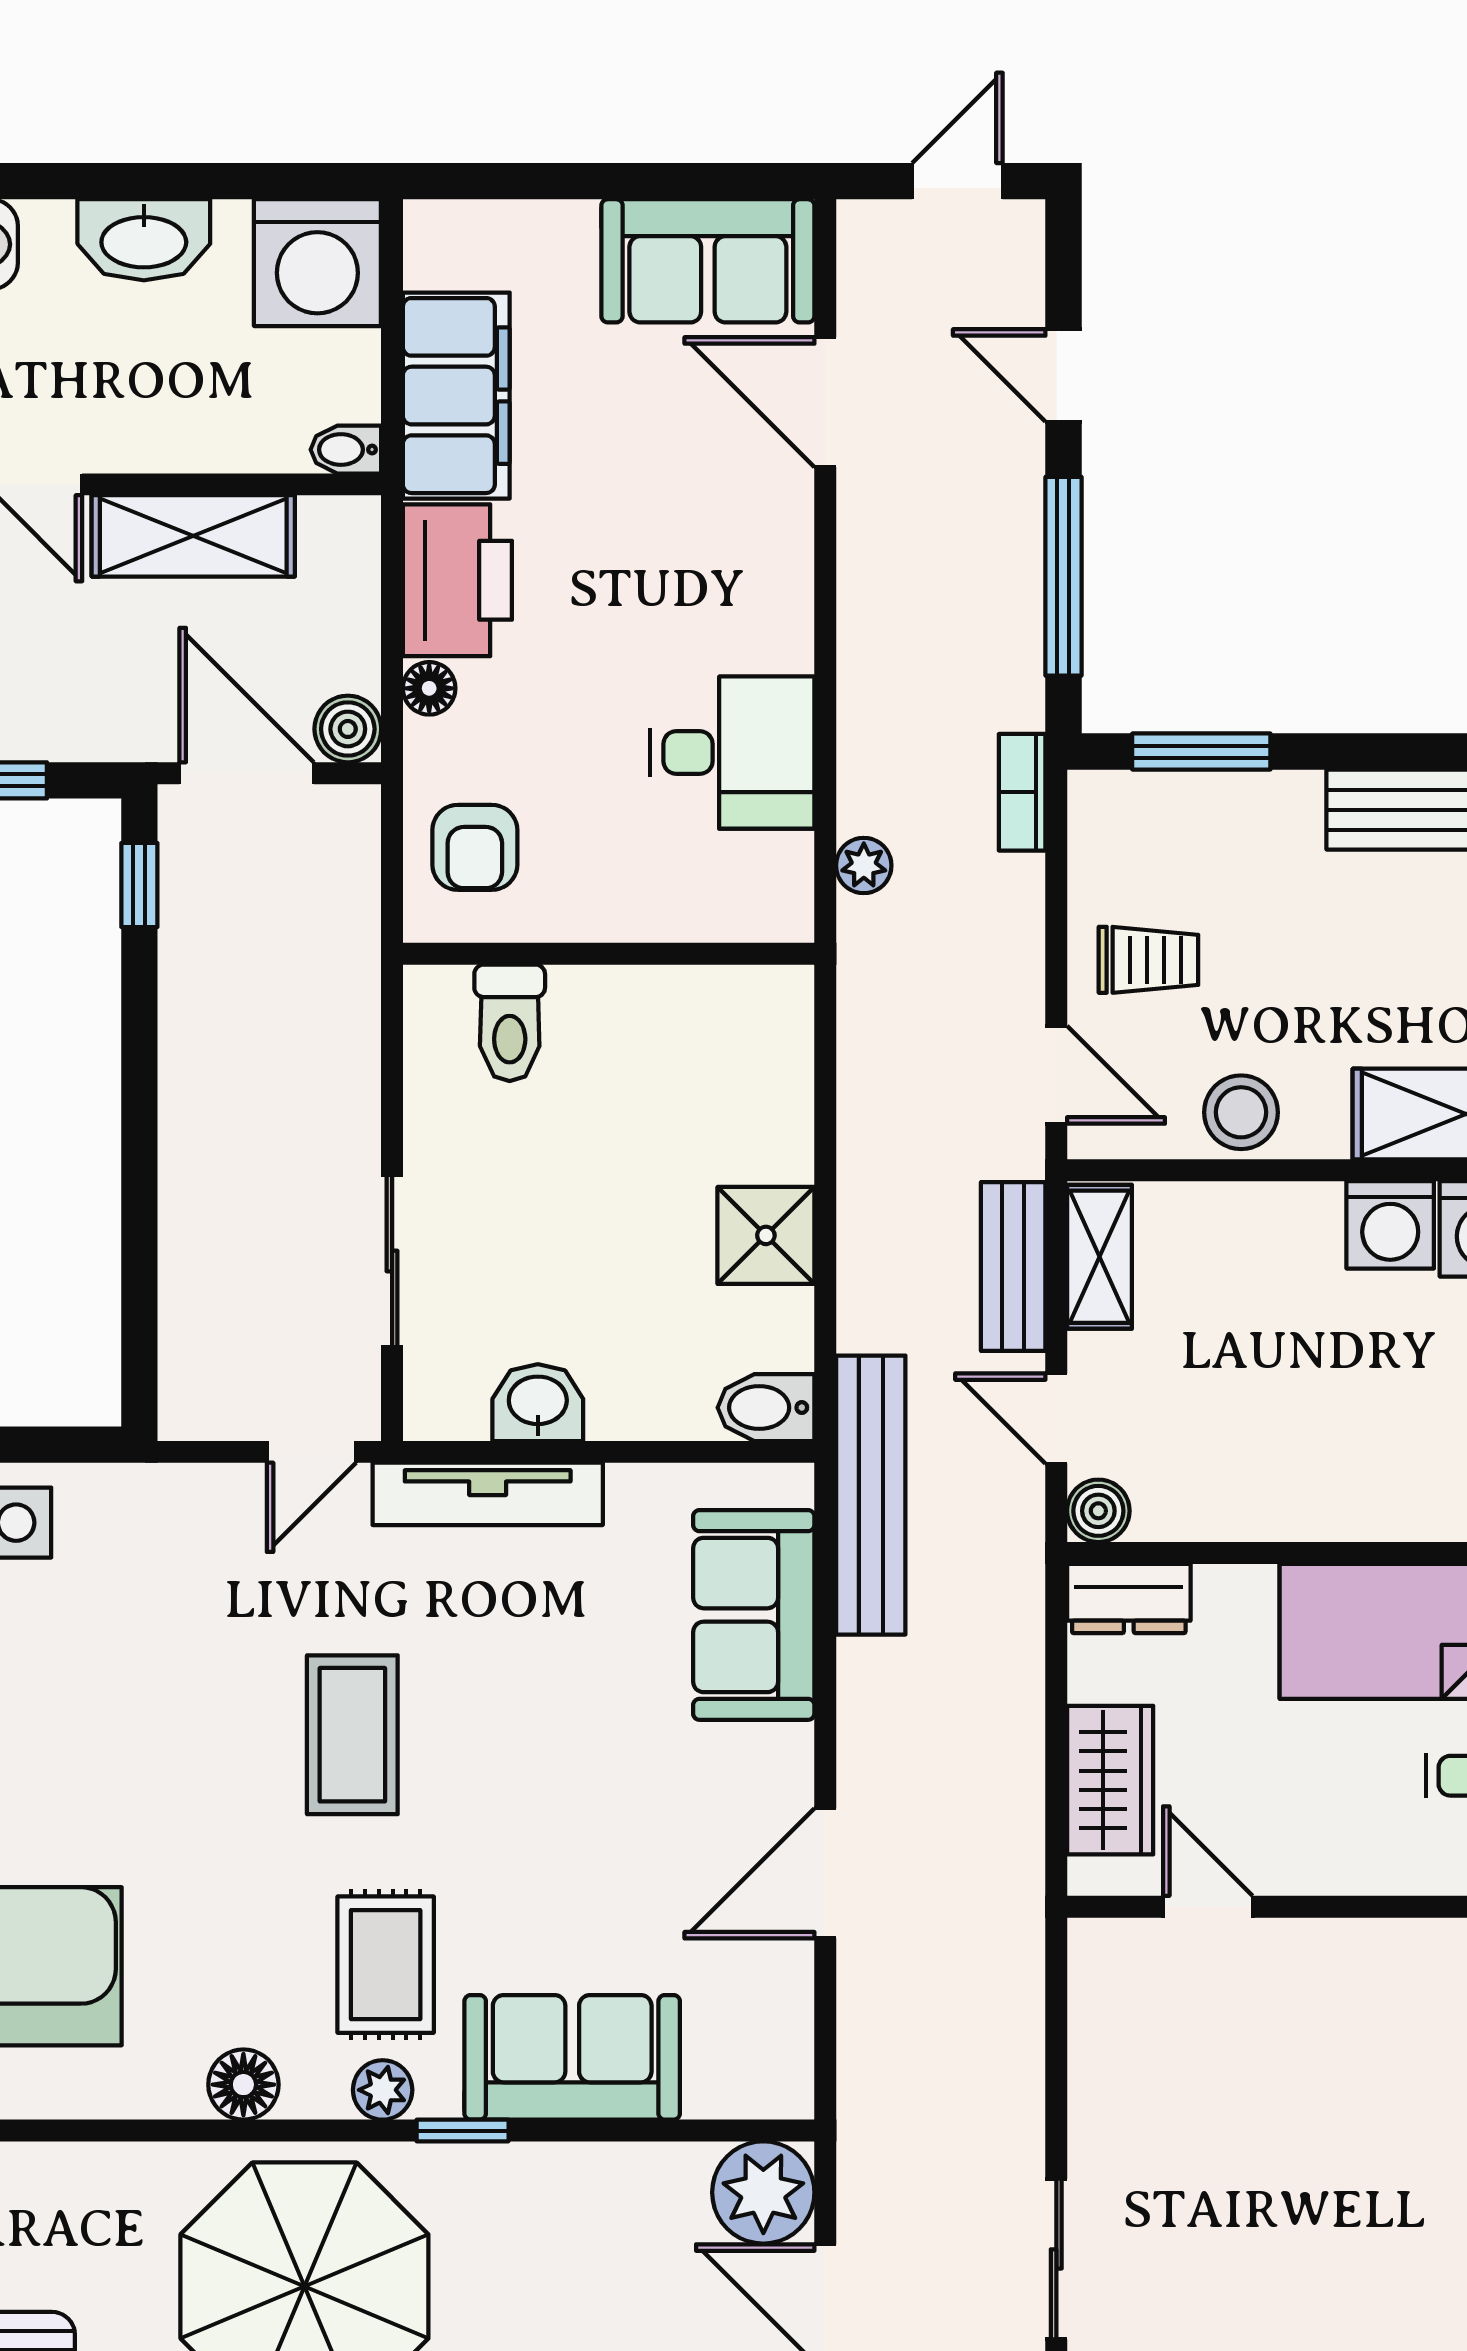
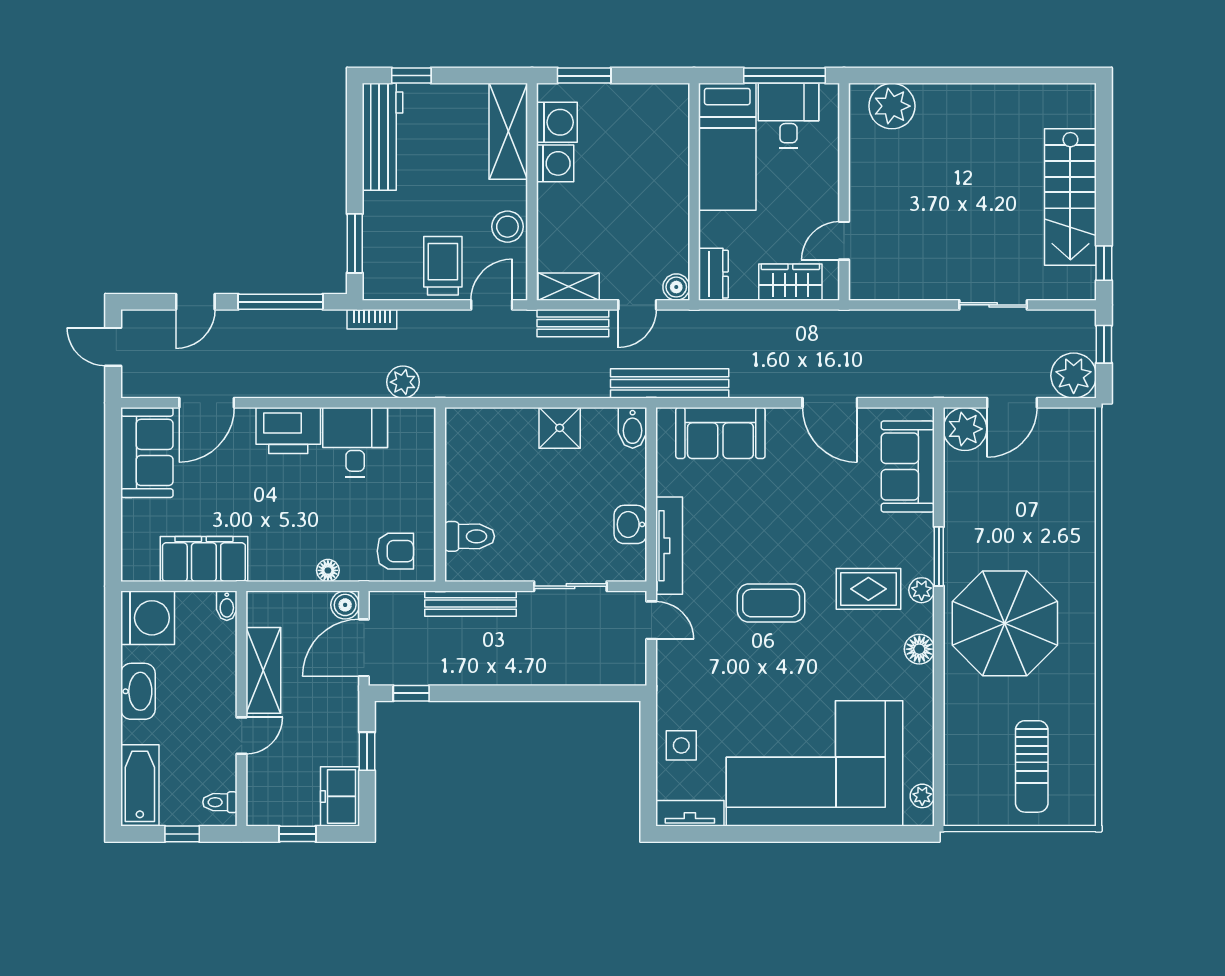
printer: (457, 580) -> (288, 430), moved, turned 180
plant: (864, 865) -> (403, 382), width x1.38, depth x1.38
trolley: (1148, 960) -> (443, 266), width x1.36, depth x1.39
bench: (351, 1025) -> (471, 604), added
sofa: (572, 2057) -> (908, 466), moved
window: (463, 2131) -> (939, 556), width x1.50

